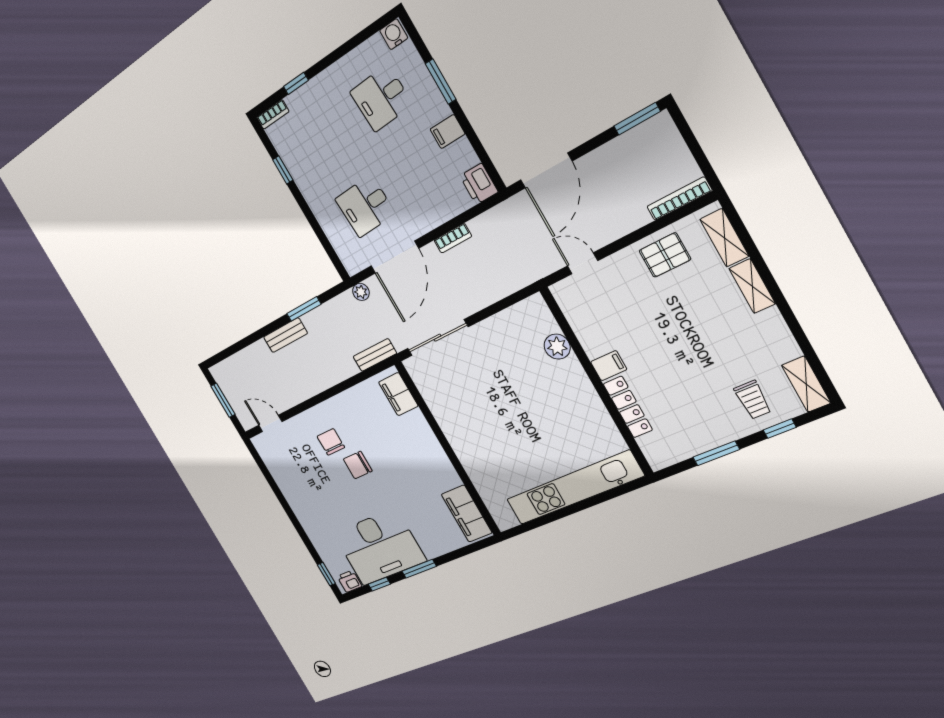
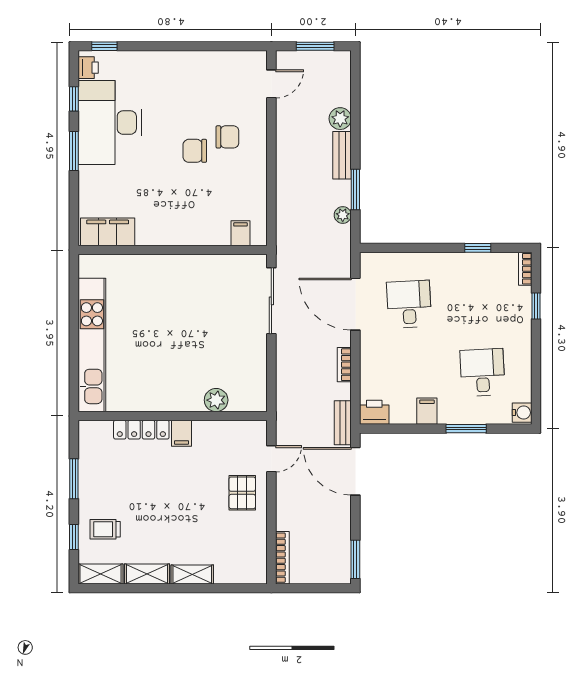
shelving: (724, 238) -> (147, 574), moved
pallet: (665, 255) -> (242, 493), moved
plant: (361, 292) -> (343, 215), moved
plant: (260, 352) -> (340, 119), added
bench: (375, 355) -> (343, 423), moved
filing cabinet: (398, 394) -> (240, 233), width x0.50
chair: (358, 465) -> (195, 151), turned -90

